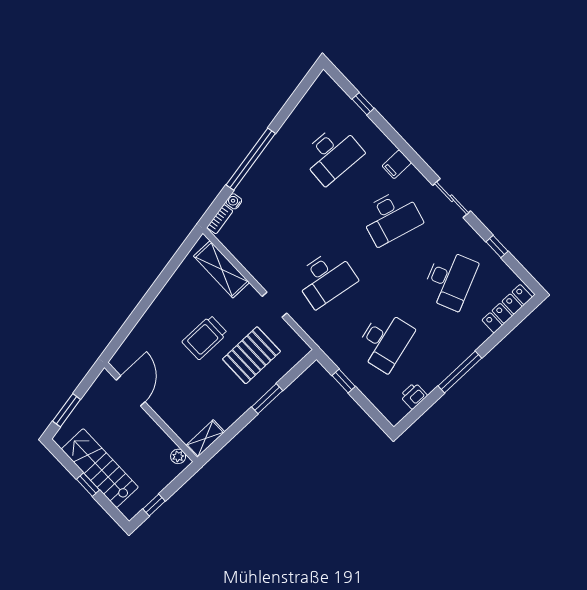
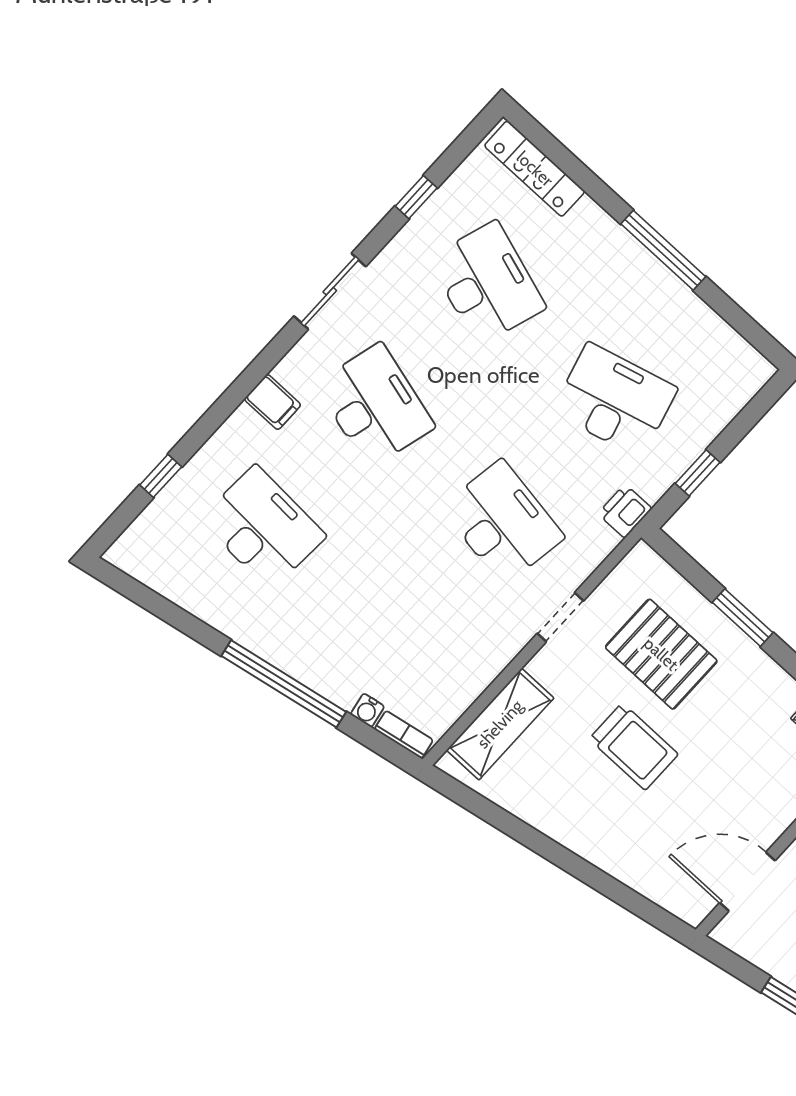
desk: (450, 280) -> (487, 283), turned 42
printer: (414, 396) -> (625, 511), moved, turned 90

